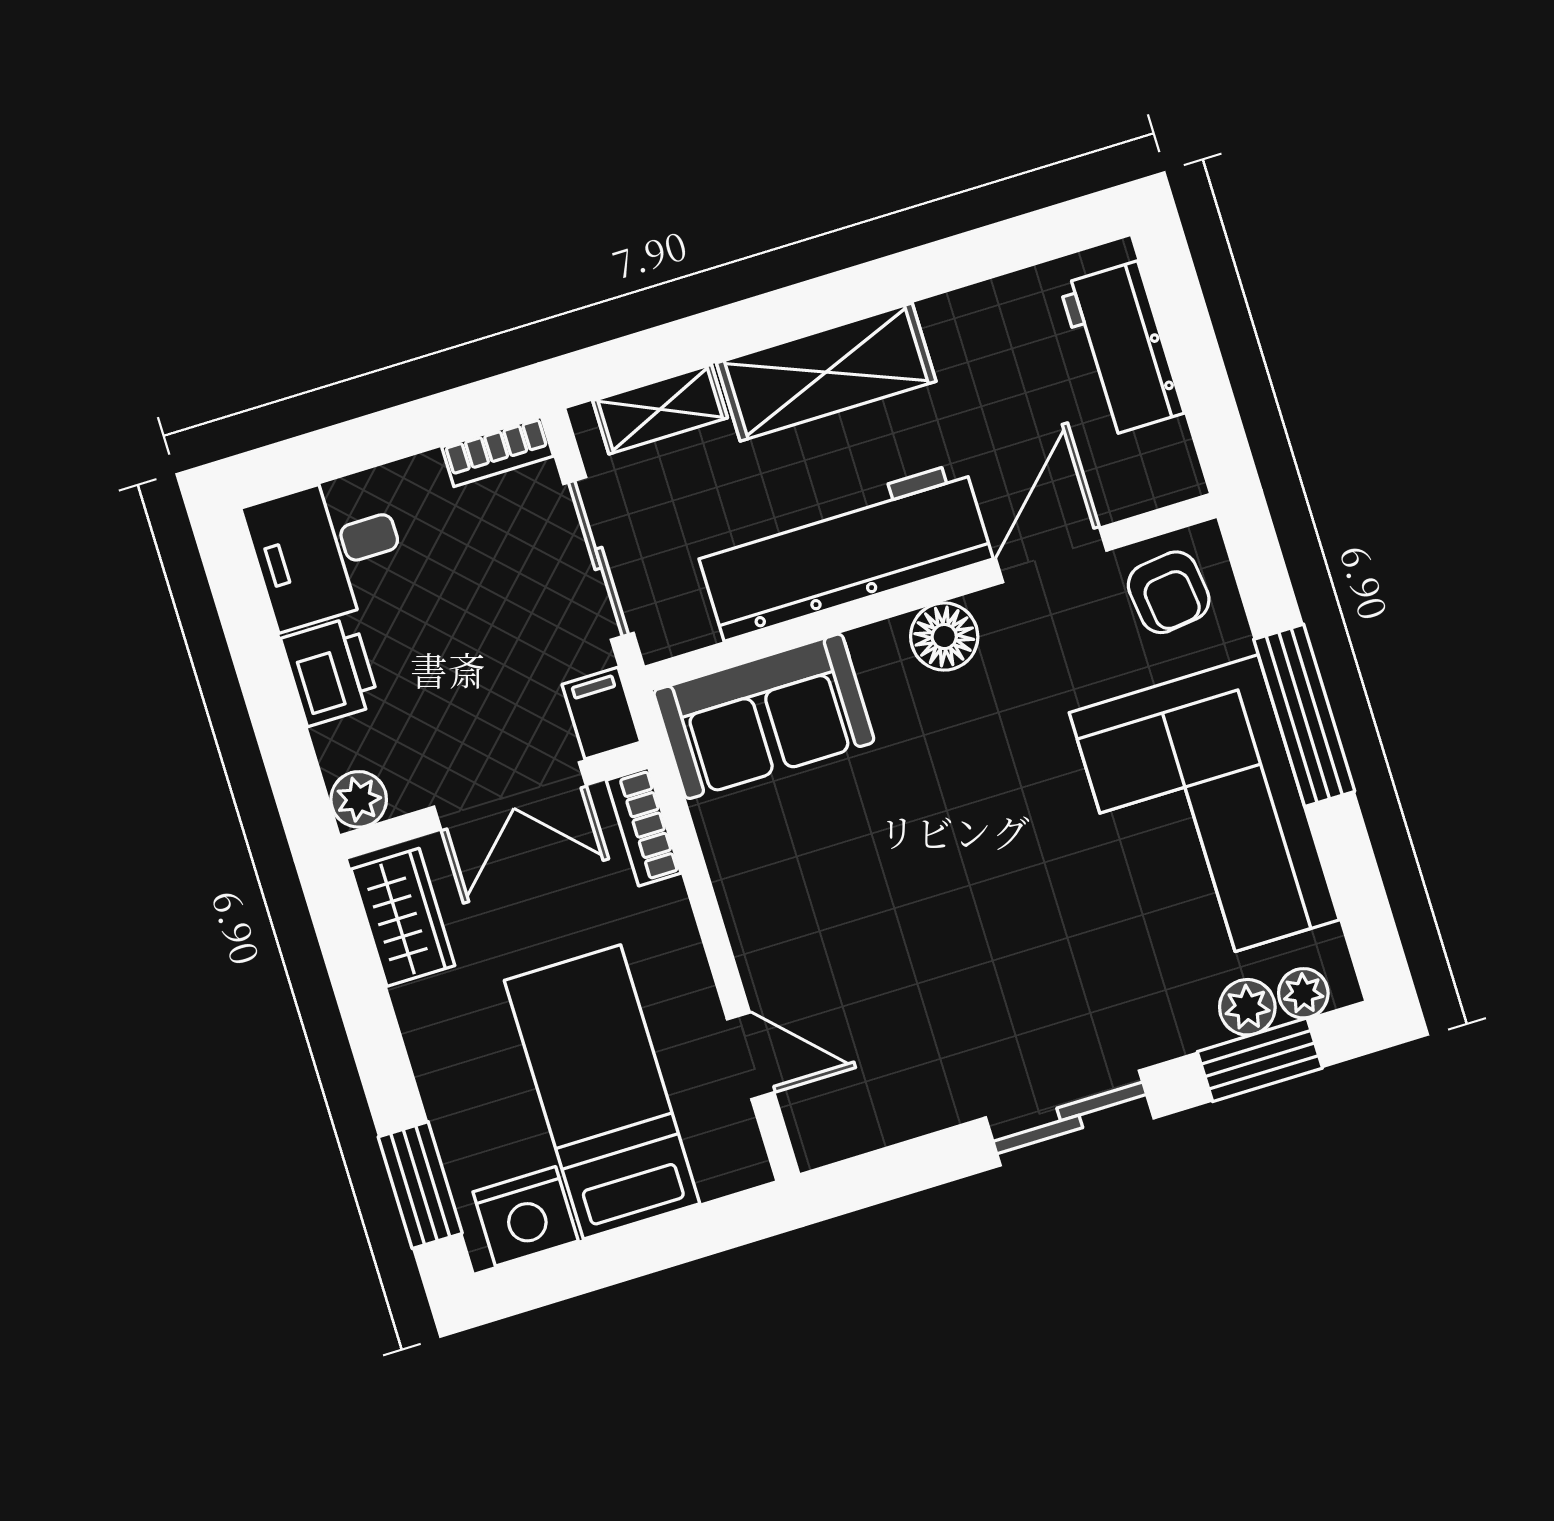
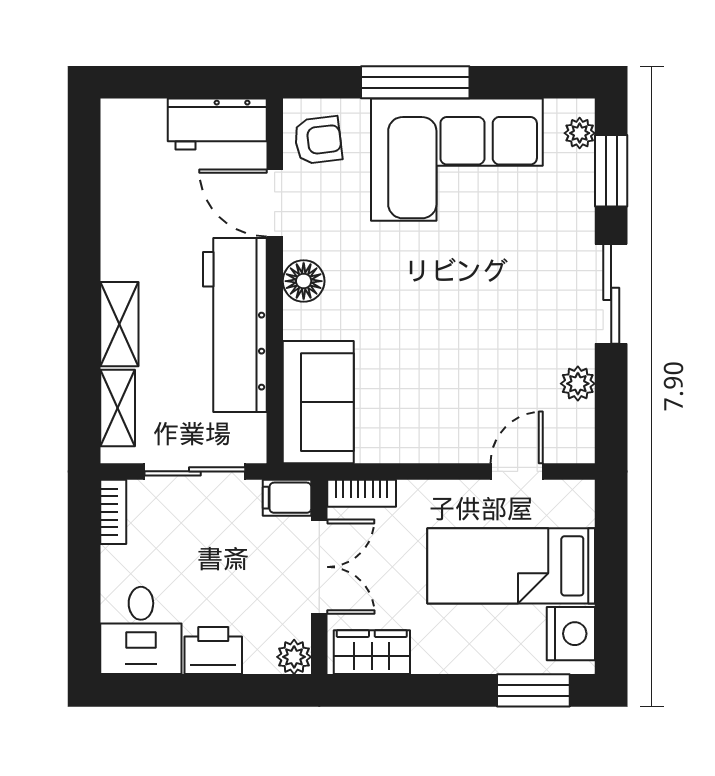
workbench: (1122, 349) -> (217, 124), moved
shelving: (826, 372) -> (119, 324), width x0.67, depth x0.75
plant: (1247, 1007) -> (578, 384), moved

